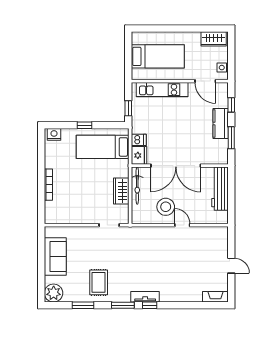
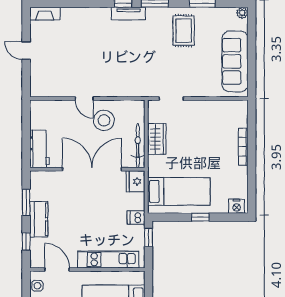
dishwasher: (139, 140) -> (136, 218), moved
workbench: (220, 189) -> (40, 149), width x0.73
sofa: (55, 256) -> (235, 61), width x1.36
plant: (54, 293) -> (242, 13), width x0.53, depth x0.53

